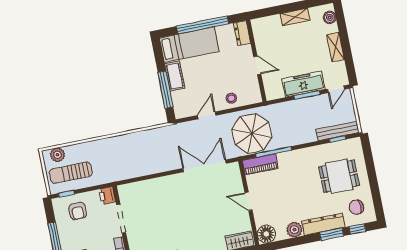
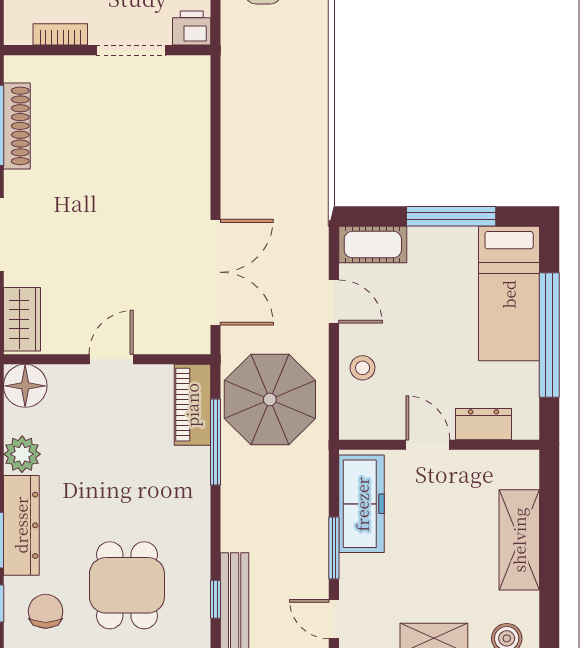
shelving: (295, 17) -> (519, 540), width x1.50, depth x1.33
dresser: (242, 33) -> (483, 424), moved
door: (257, 65) -> (428, 445), swing flipped
cot: (175, 76) -> (373, 245), moved
freezer: (303, 84) -> (362, 504), moved
window: (165, 90) -> (451, 216), moved

